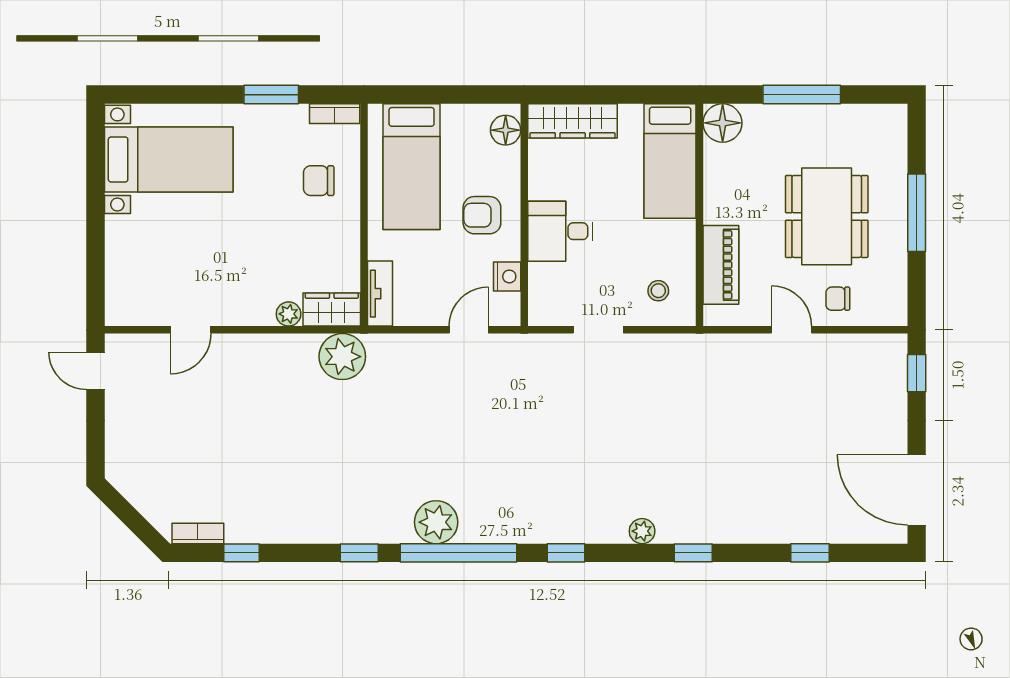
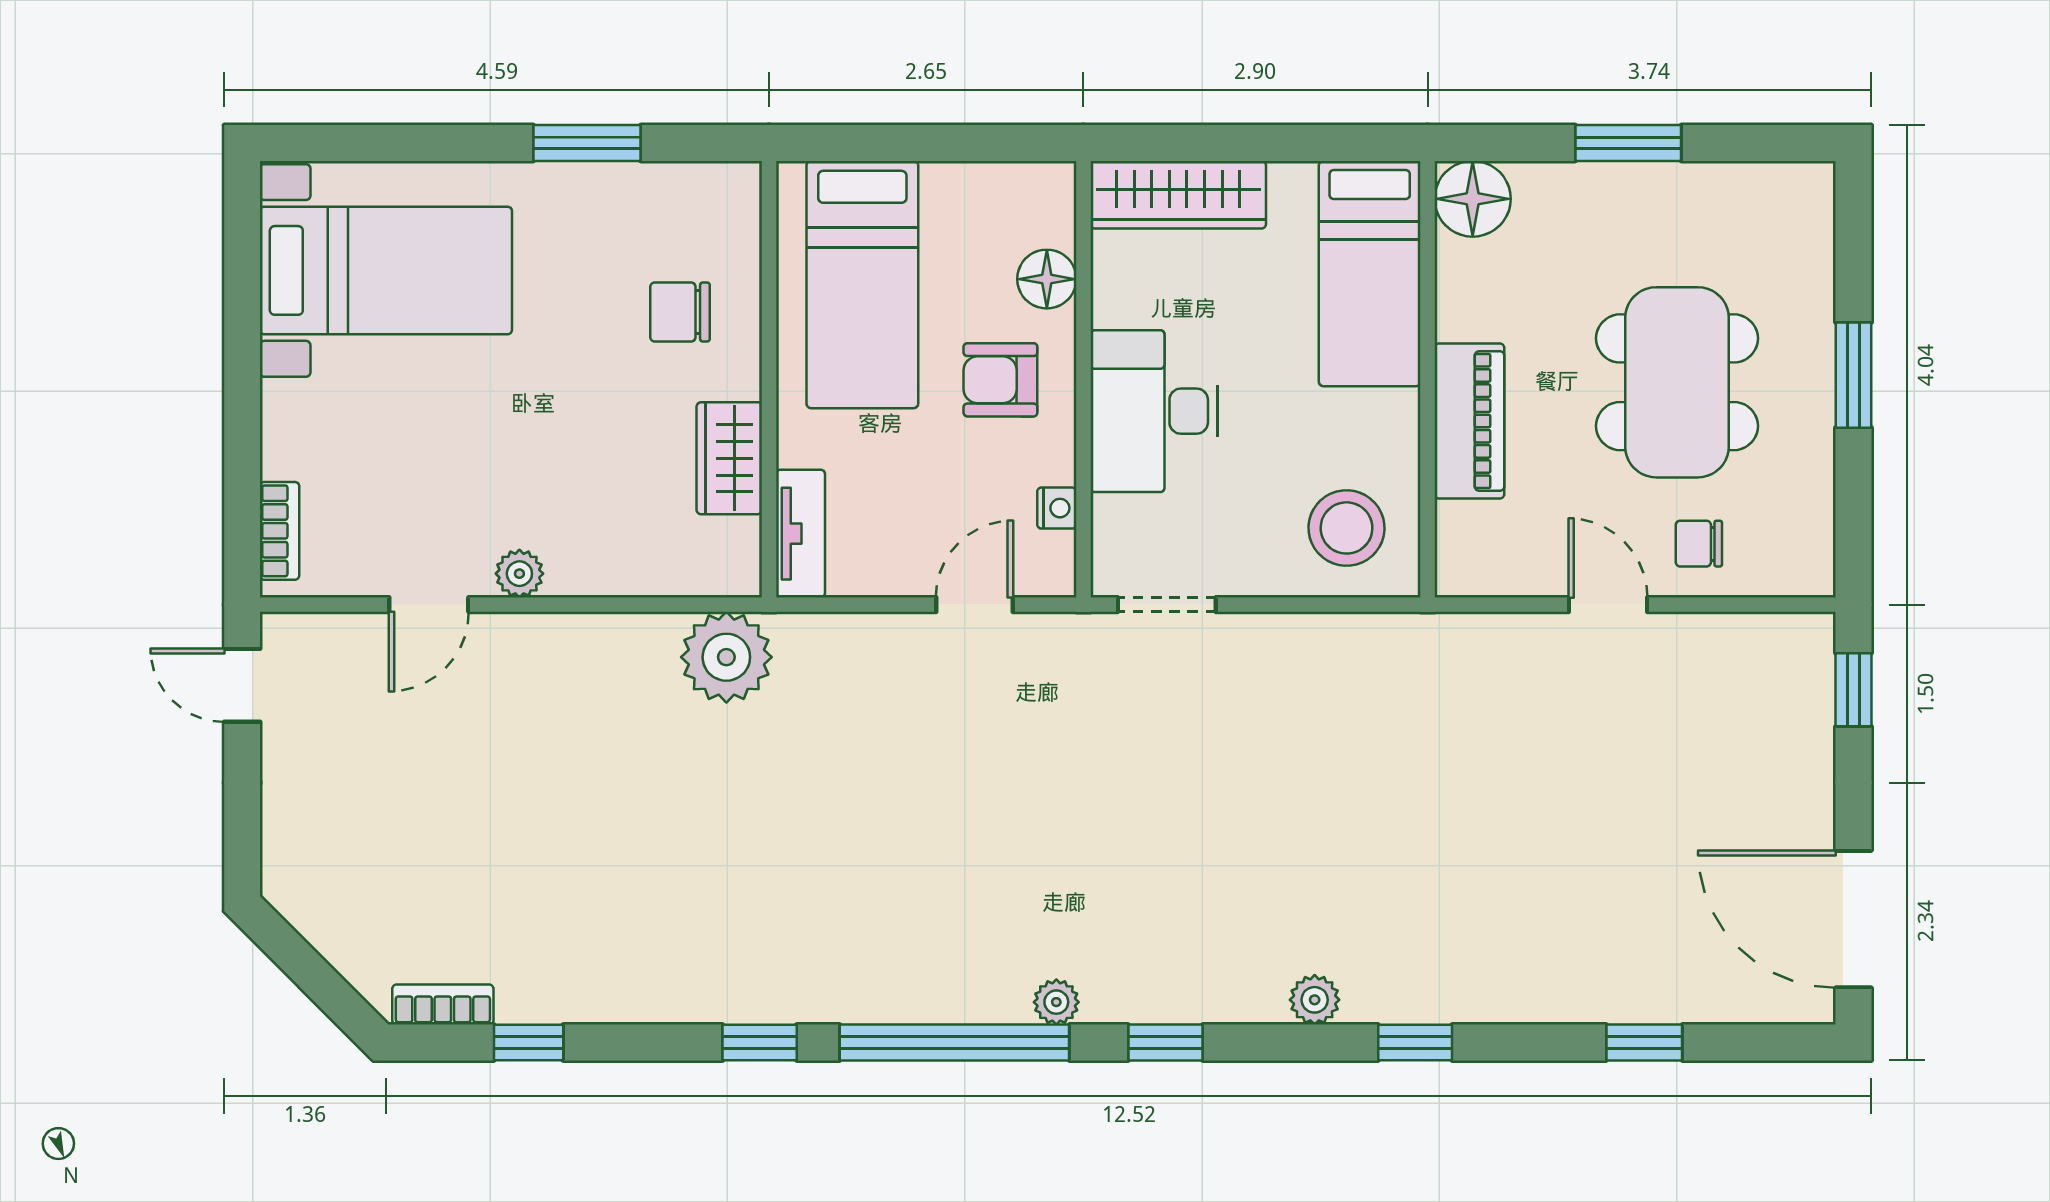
window: (802, 95) -> (1628, 143), width x0.69
bookcase: (335, 114) -> (280, 531), moved, turned -90
floor lamp: (506, 130) -> (1047, 279), moved
window: (917, 213) -> (1854, 375), width x0.69
desk: (560, 231) -> (1154, 411), width x1.37
piano: (721, 265) -> (1469, 421), moved
nightstand: (507, 276) -> (1057, 508), width x0.72, depth x0.74
stool: (658, 291) -> (1346, 528), width x1.89, depth x1.89
wardrobe: (332, 310) -> (729, 458), moved, turned -90
plant: (289, 314) -> (519, 574), moved
doorway: (598, 330) -> (1167, 605), moved
plant: (436, 522) -> (1056, 1002), moved, width x0.53, depth x0.53

